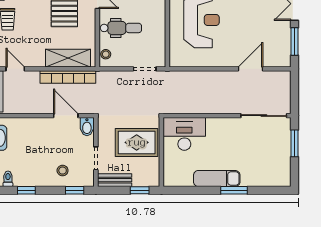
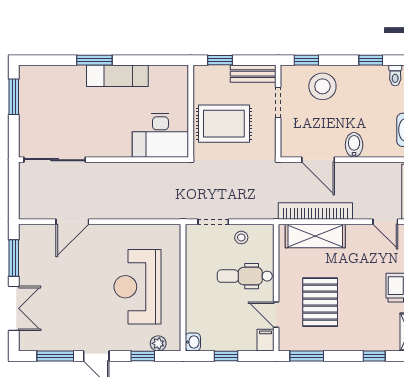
stool: (106, 54) -> (241, 238), moved
bidet: (87, 127) -> (354, 145), moved
window: (295, 143) -> (14, 97), moved
stool: (63, 171) -> (322, 86), width x1.89, depth x1.89

